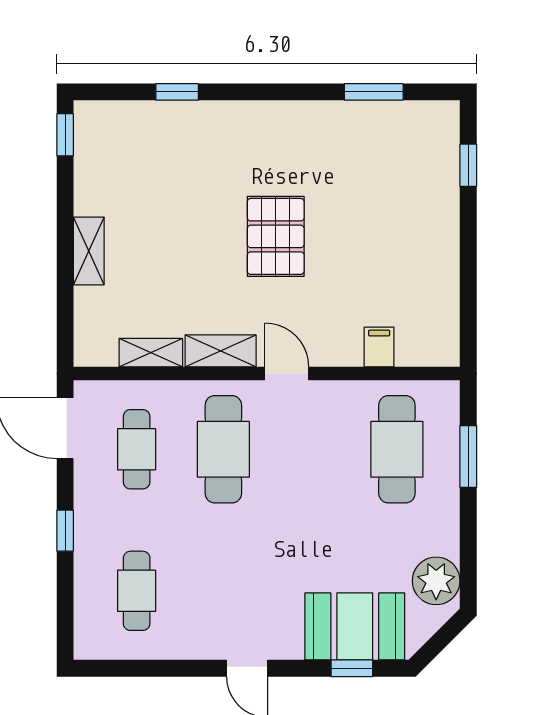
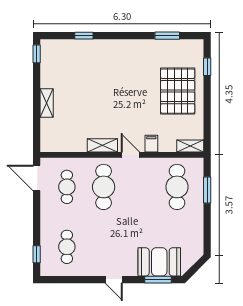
pallet: (276, 236) -> (178, 91), moved, width x1.37, depth x1.41
filing cabinet: (379, 347) -> (151, 144), moved
shelving: (151, 353) -> (190, 146), moved
window: (65, 531) -> (37, 254), moved
plant: (436, 581) -> (194, 243), removed
window: (352, 668) -> (158, 280), width x1.50

